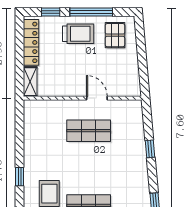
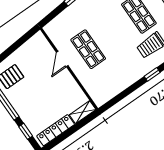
trolley: (78, 34) -> (27, 102), removed

